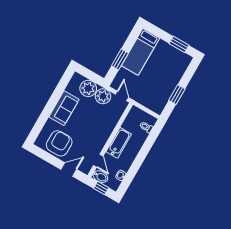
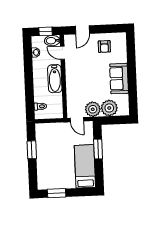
armchair: (59, 143) -> (104, 47), width x0.53, depth x0.53

